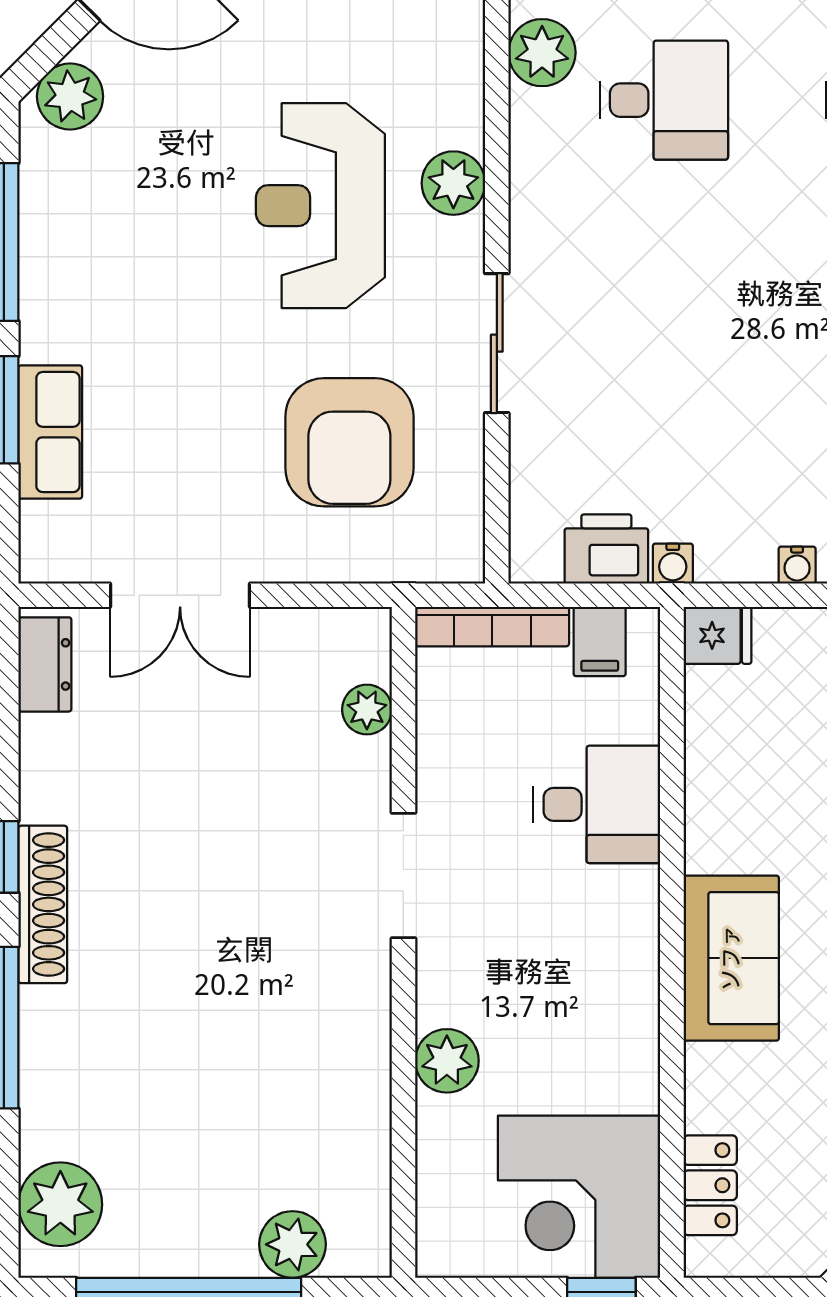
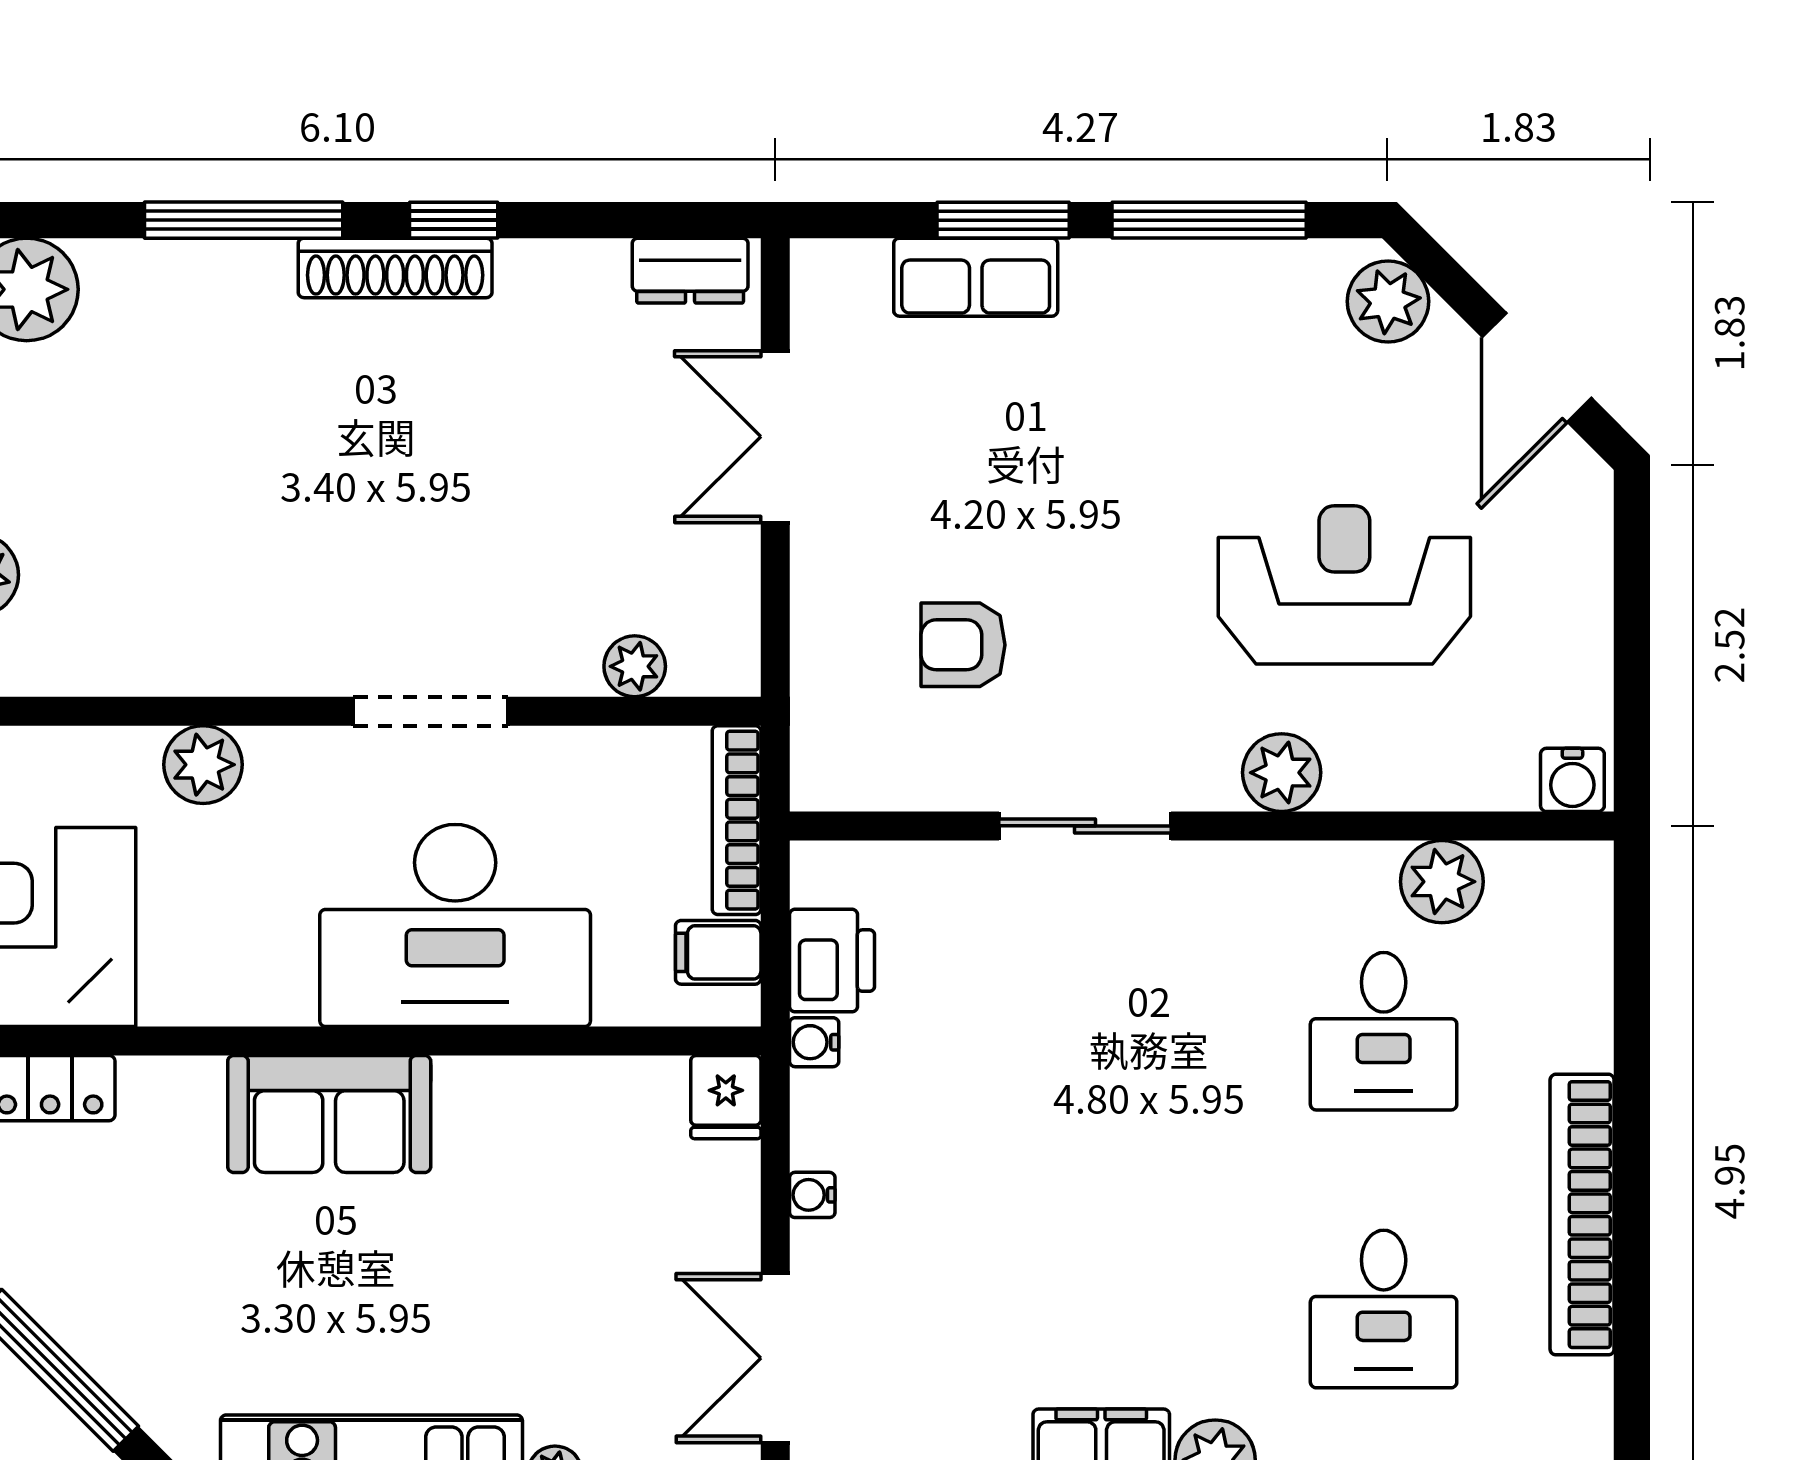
reception desk: (320, 206) -> (1344, 585), moved
armchair: (349, 442) -> (963, 645), width x0.53, depth x0.53
desk: (597, 804) -> (455, 925), width x1.87, depth x1.30

